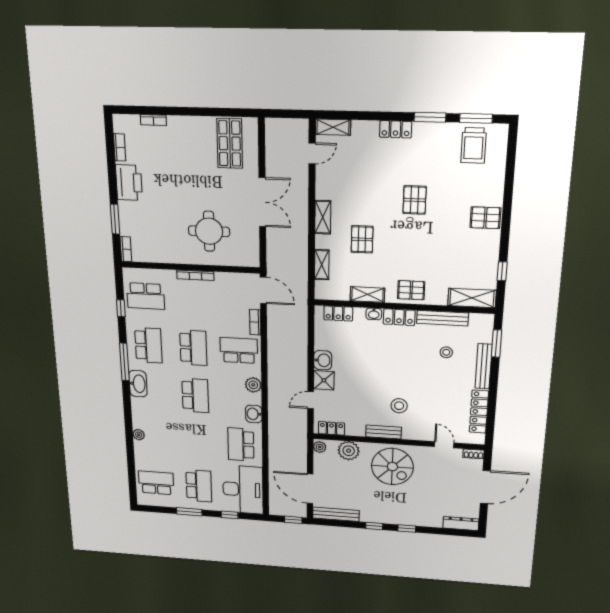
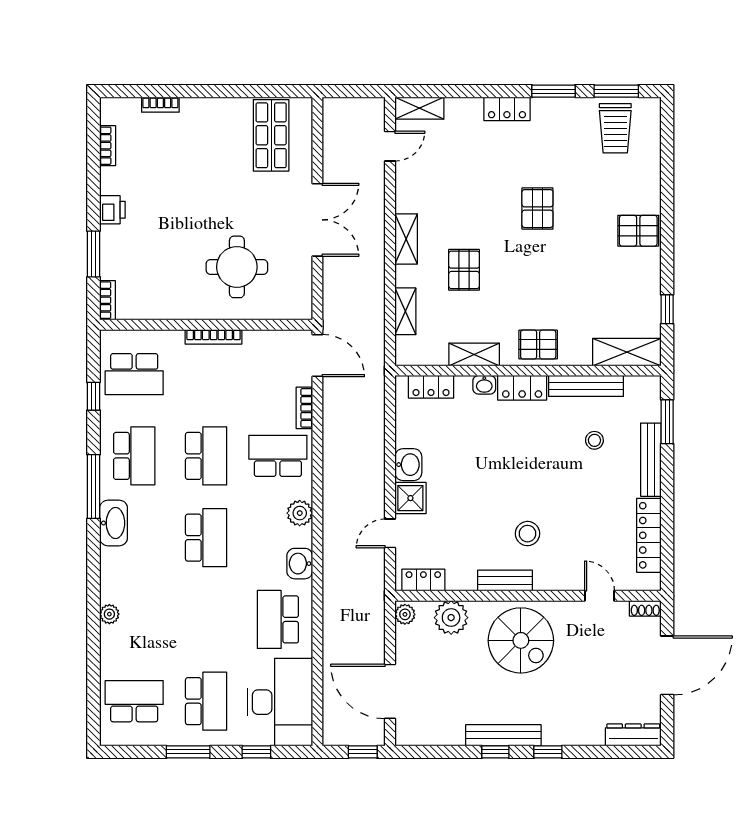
printer: (129, 183) -> (112, 210), width x0.53, depth x0.68
bench: (336, 514) -> (503, 735), moved

